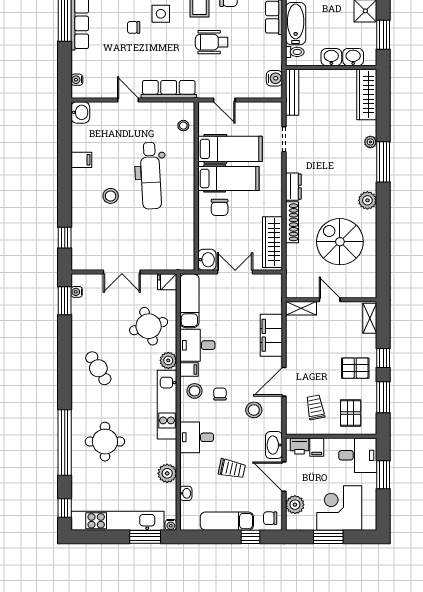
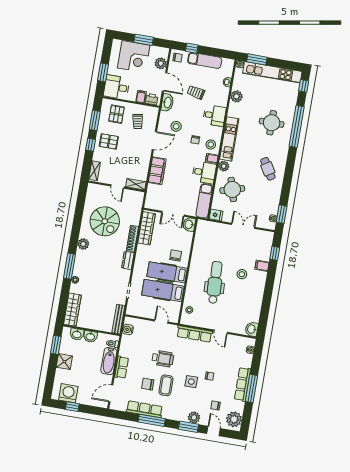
filing cabinet: (81, 160) -> (262, 266), moved

